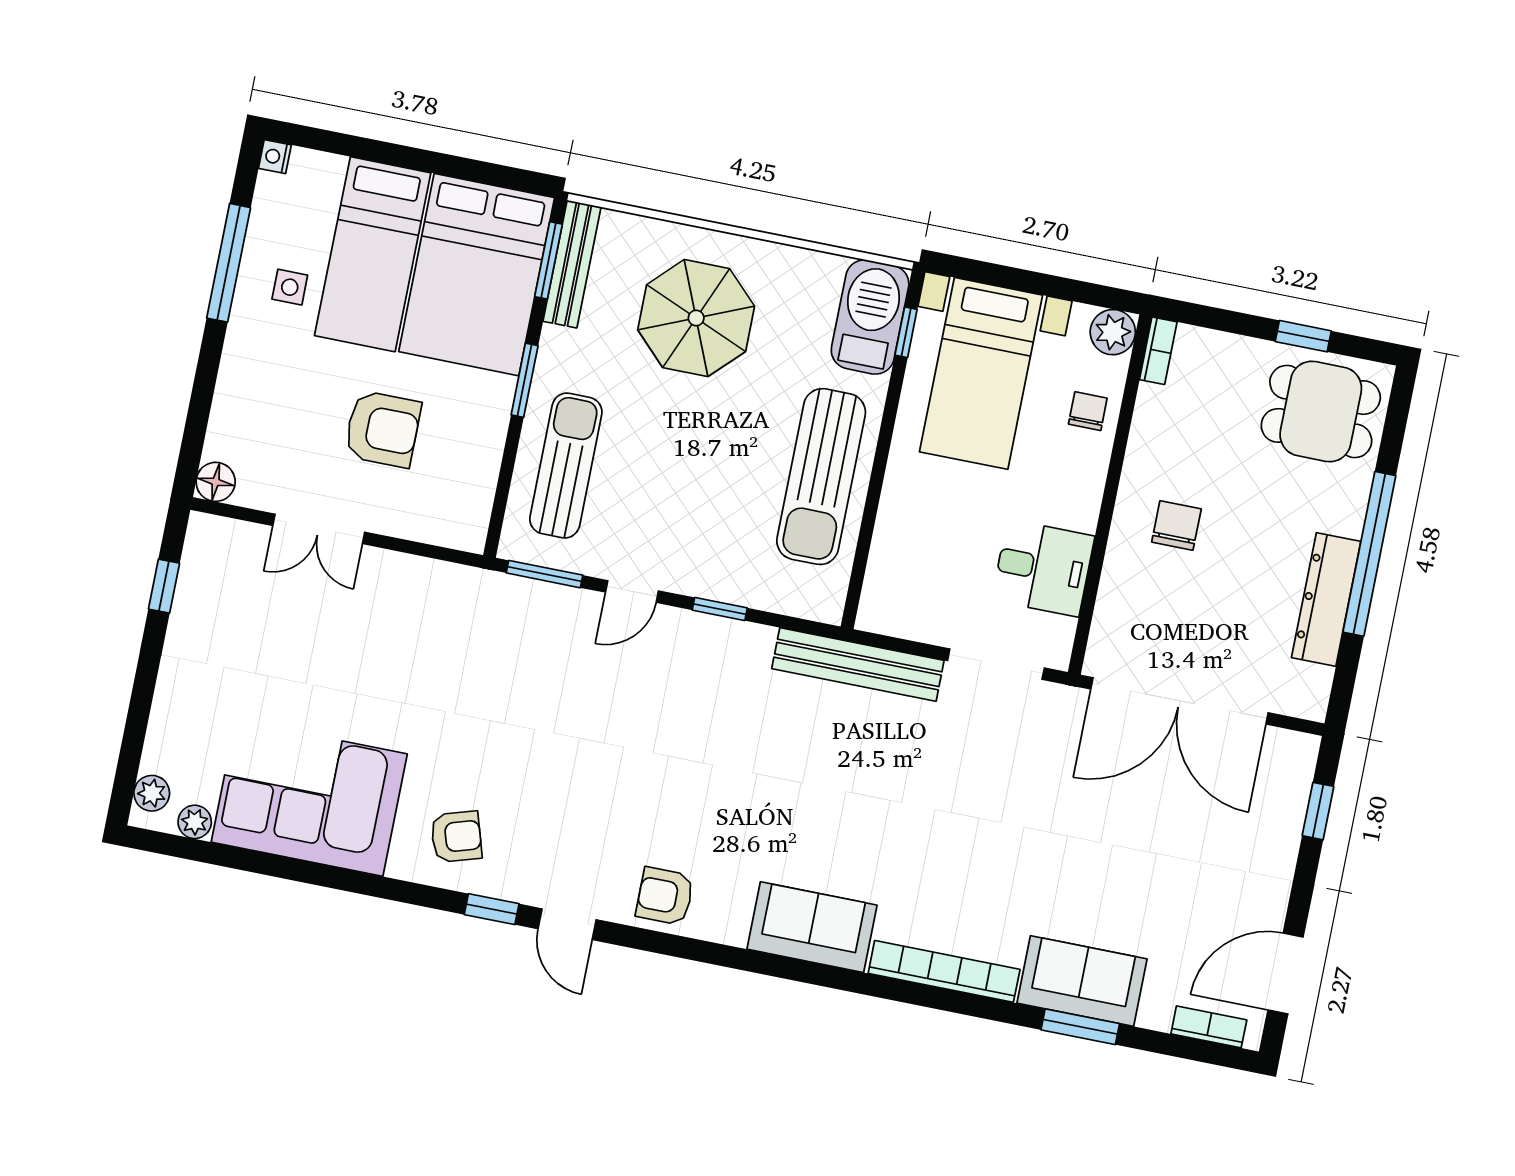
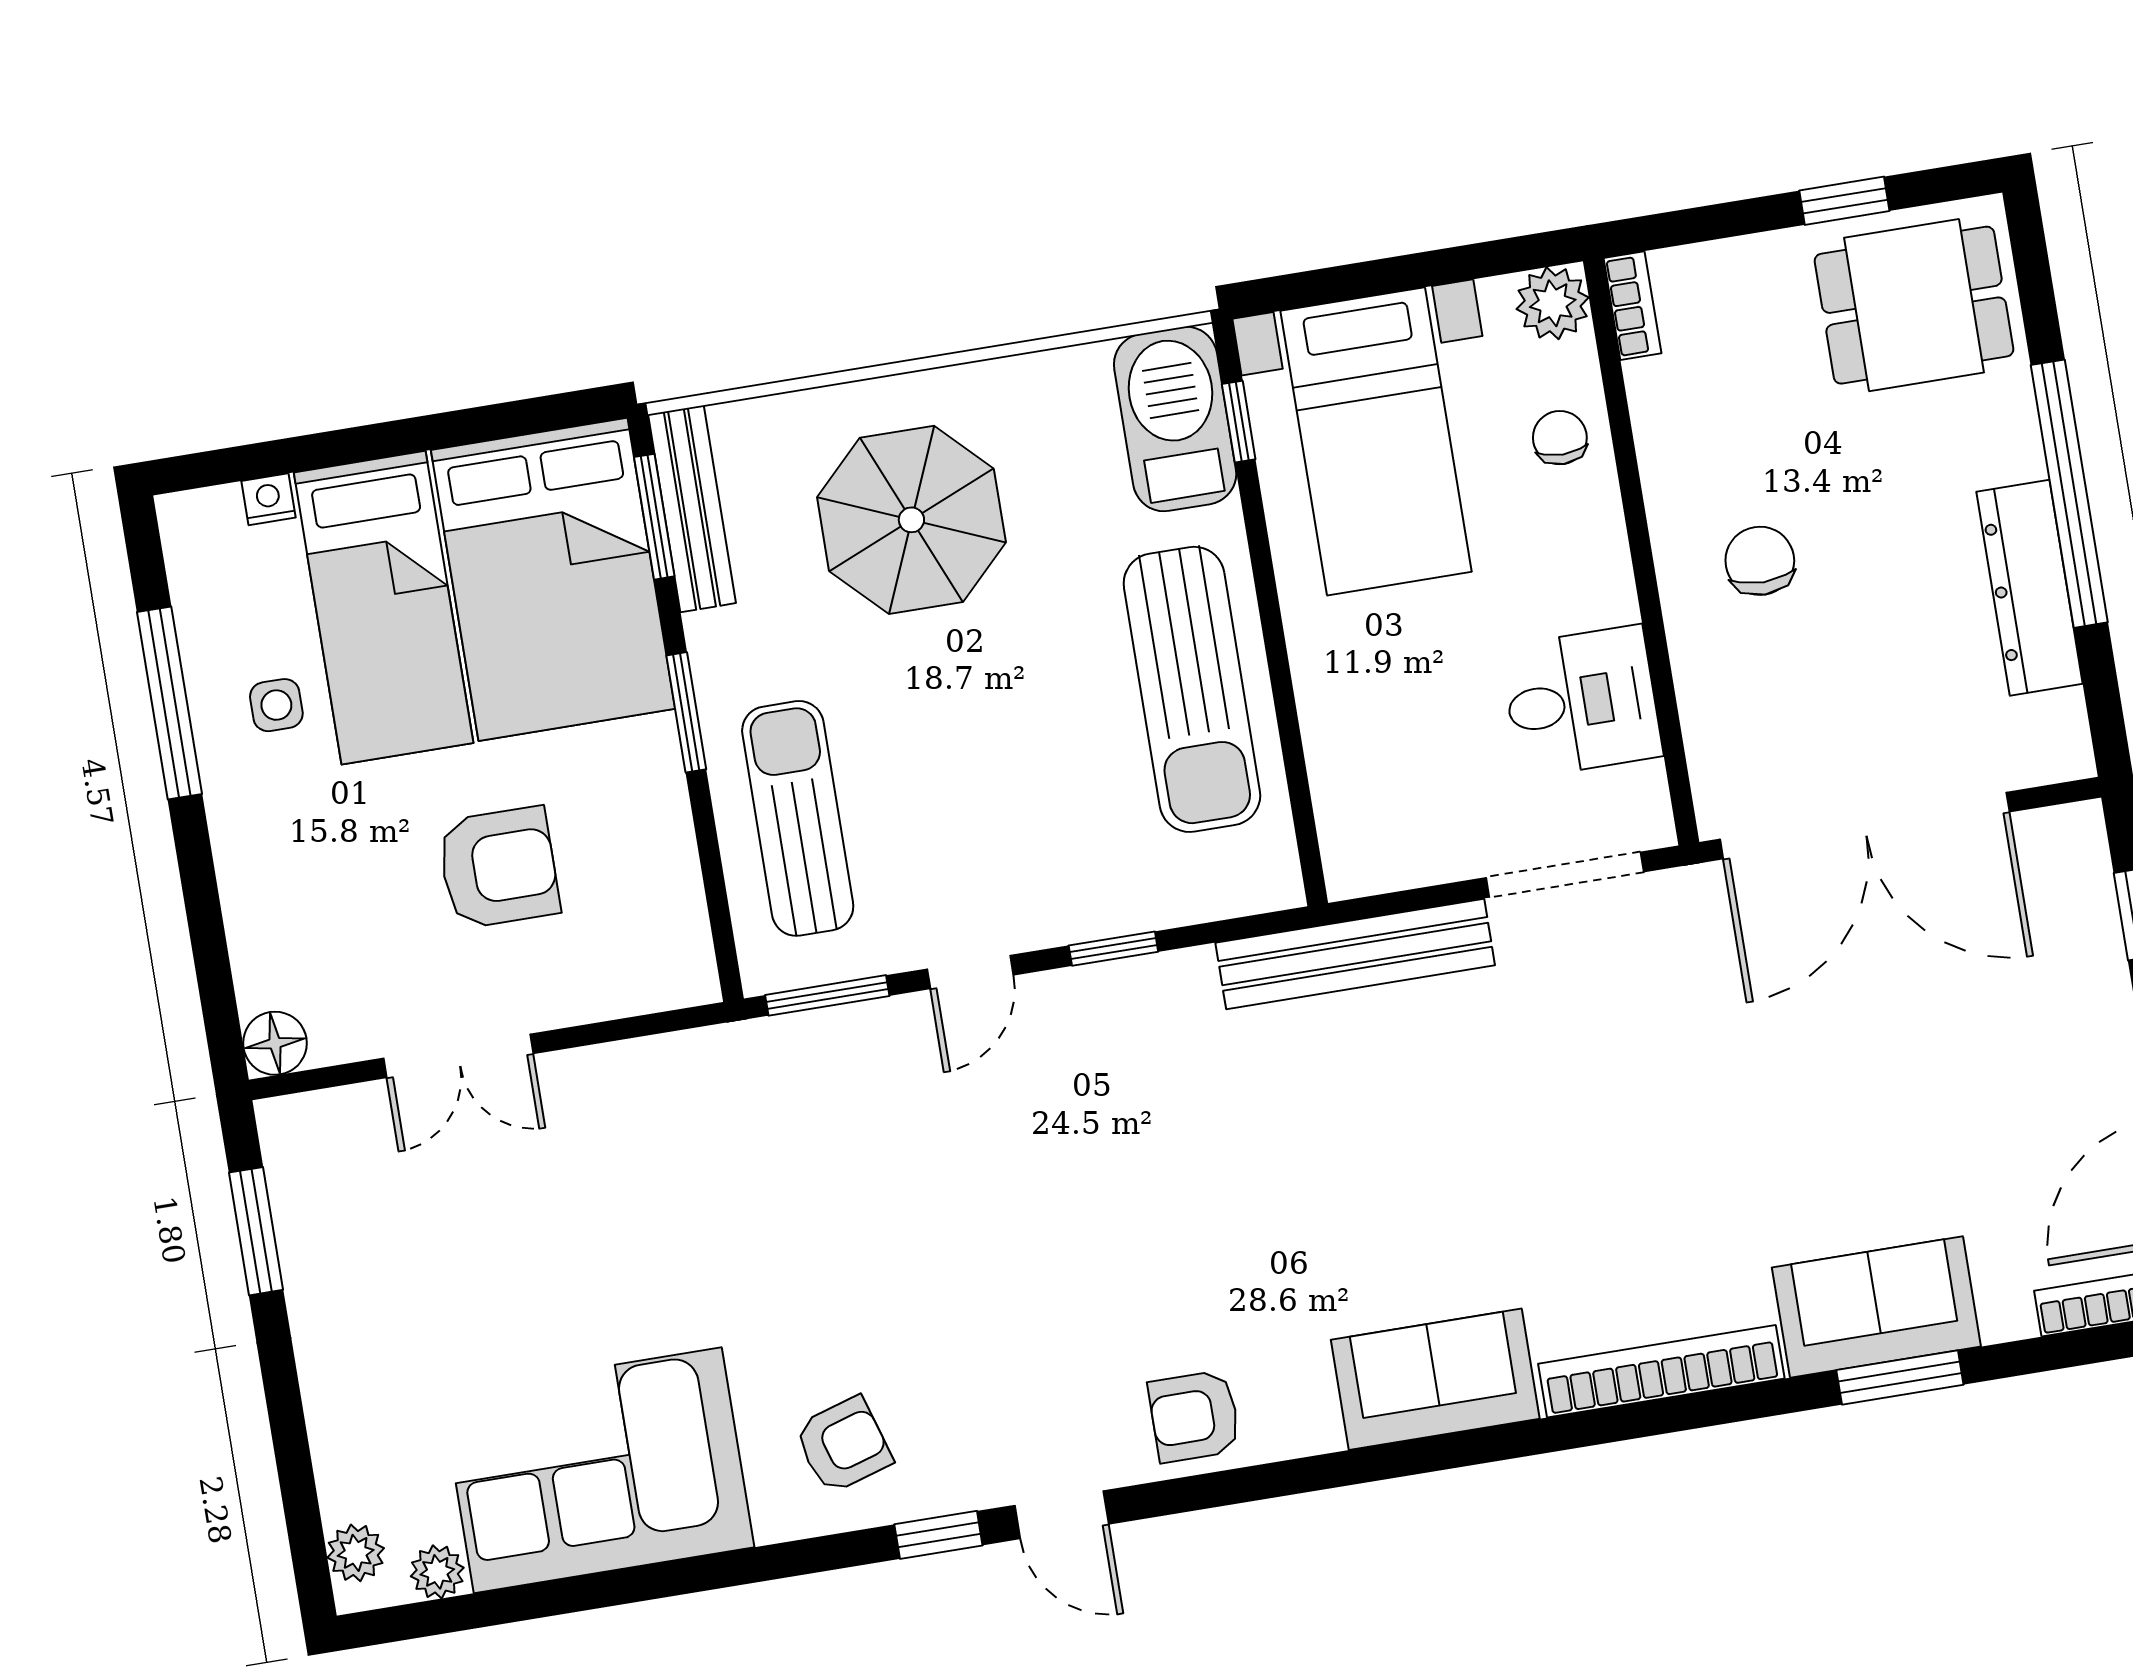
nightstand: (275, 157) -> (268, 499), moved, turned 90
window: (164, 586) -> (256, 1231), width x1.50

